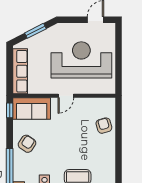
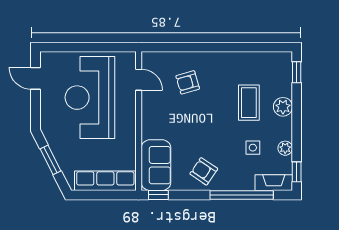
door: (66, 96) -> (139, 80), moved
armchair: (104, 126) -> (188, 82), moved

